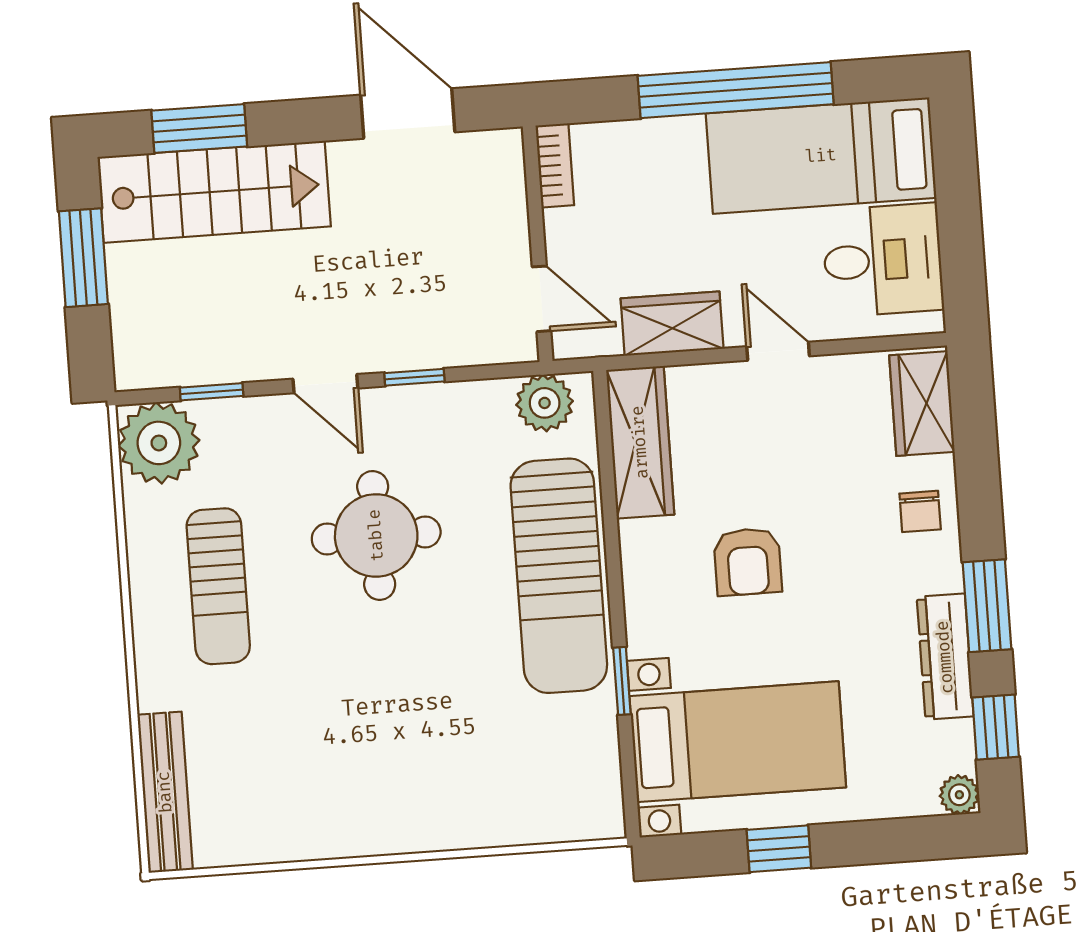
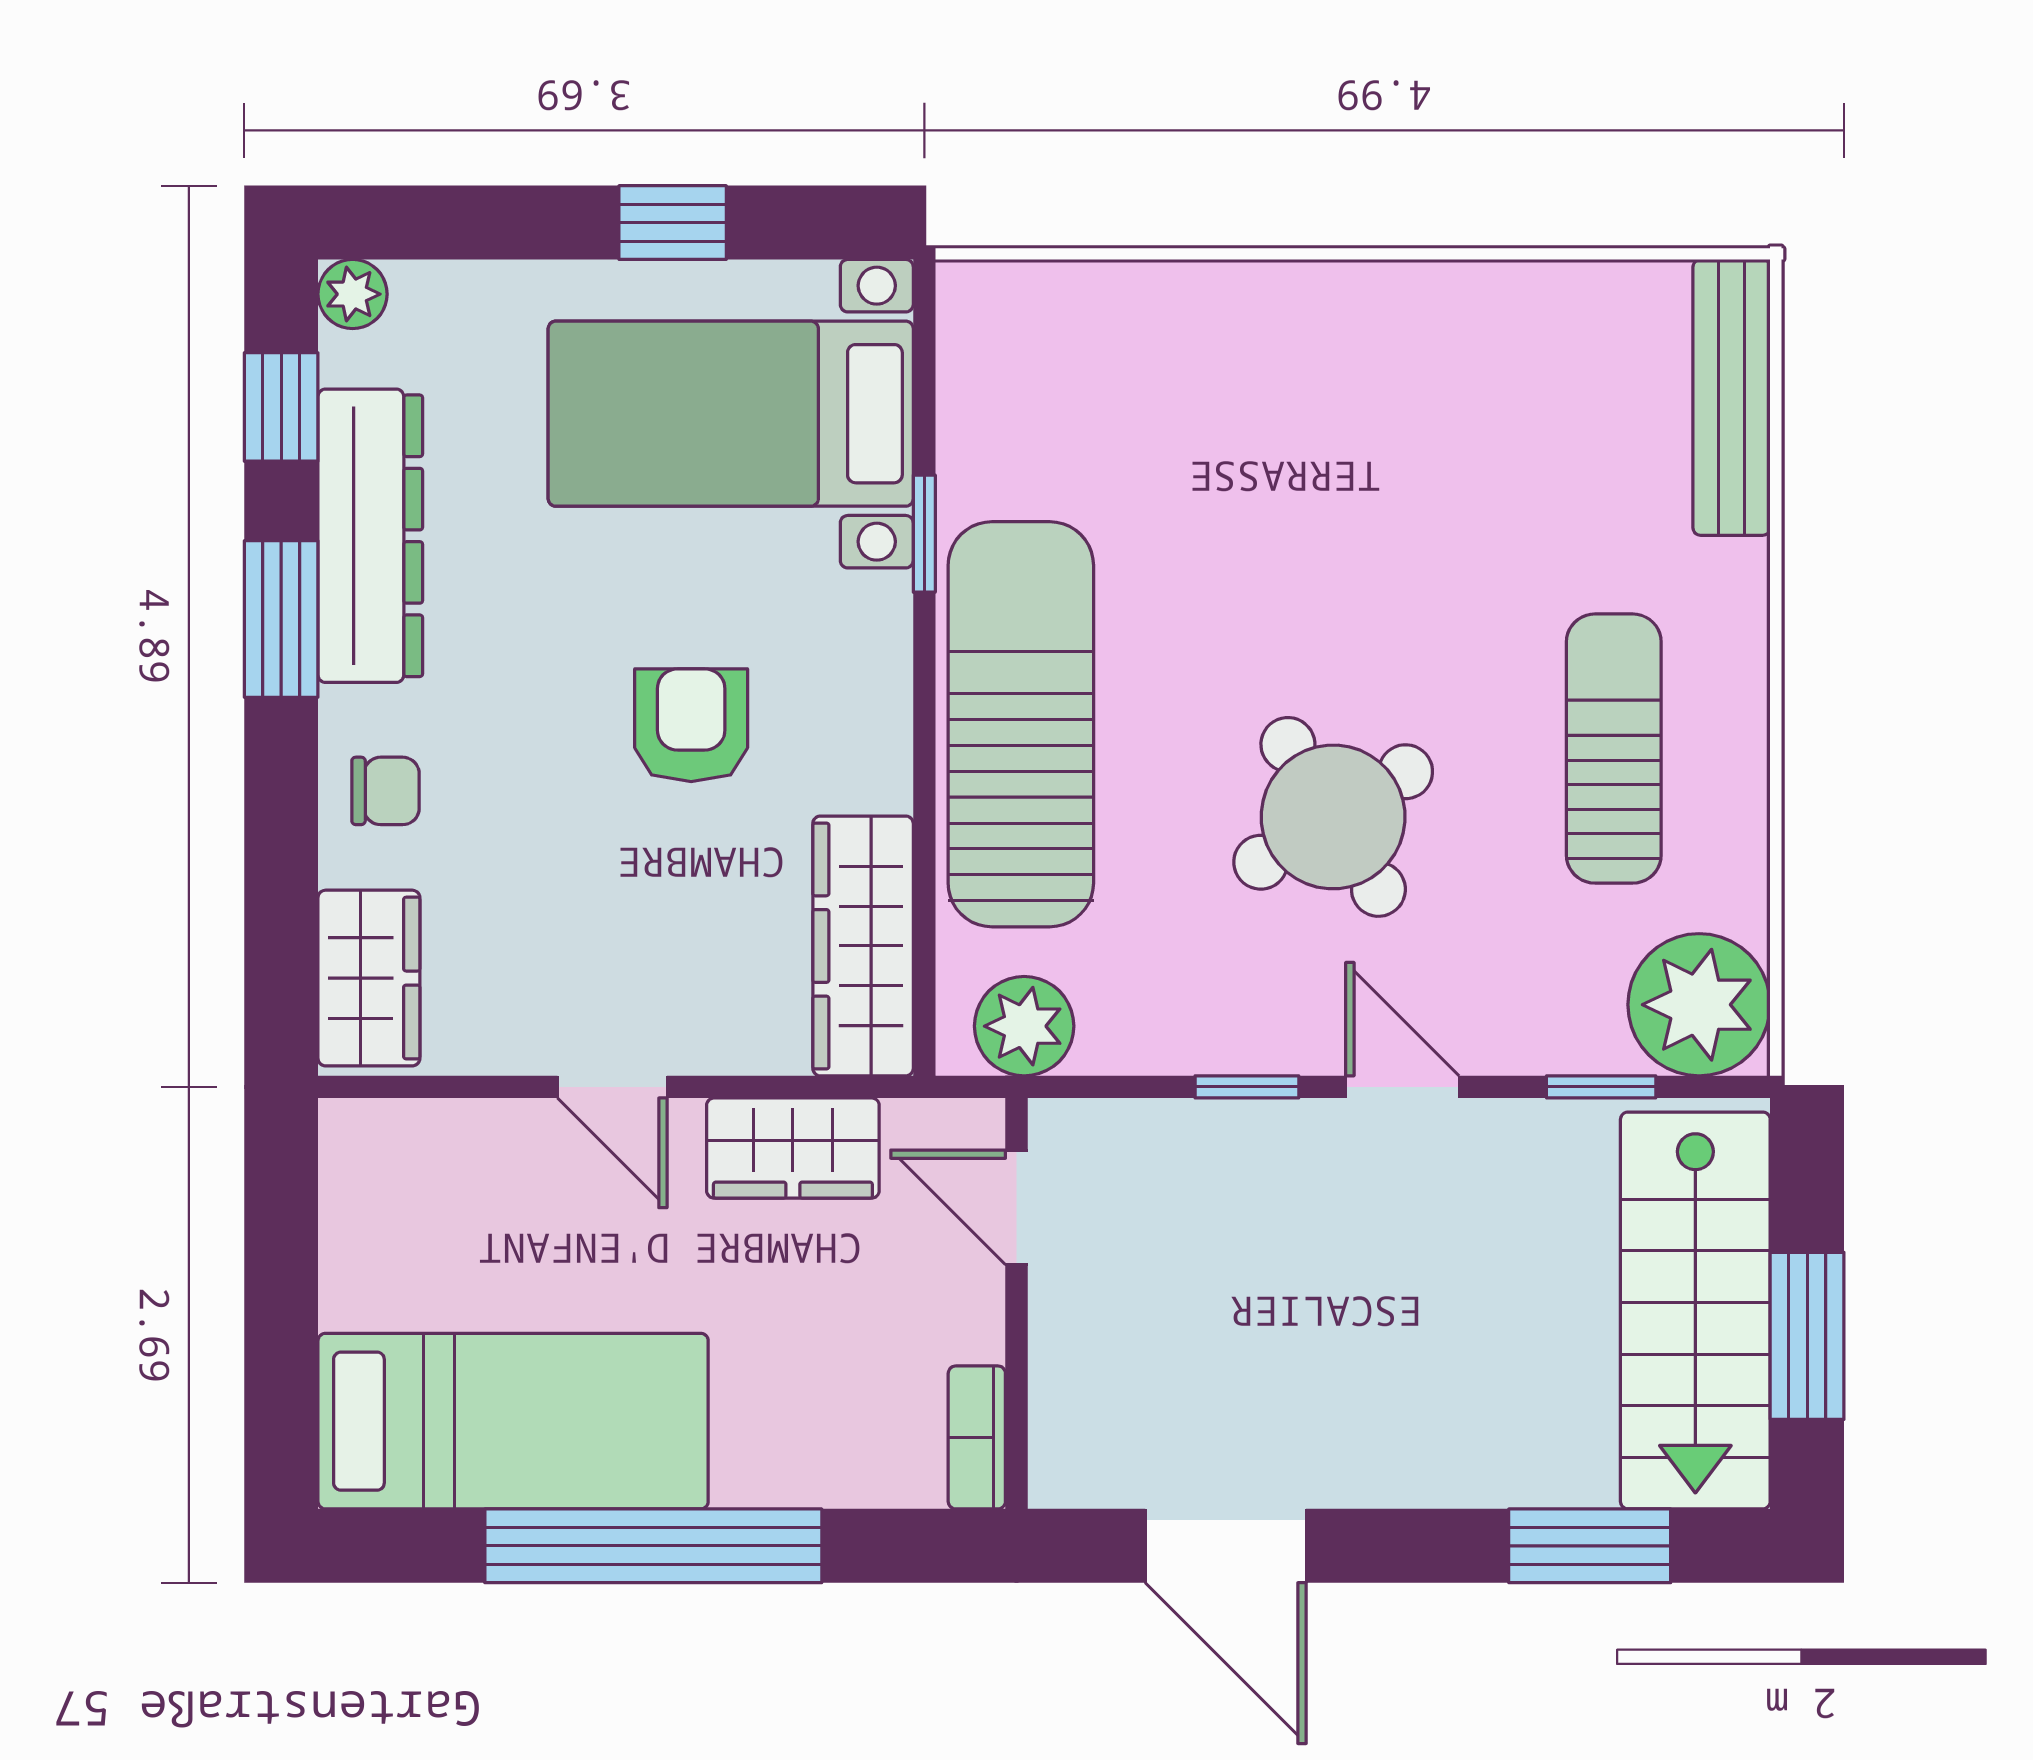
stairs: (214, 192) -> (1695, 1310), moved, turned -90
desk: (883, 260) -> (419, 1232), removed
chair: (920, 511) -> (385, 791), turned 90
round table: (376, 535) -> (1333, 817), turned -32
dresser: (945, 657) -> (370, 536), width x1.37, depth x1.24

